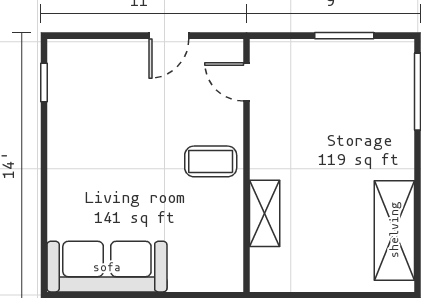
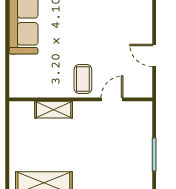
door: (247, 82) -> (112, 99), moved

